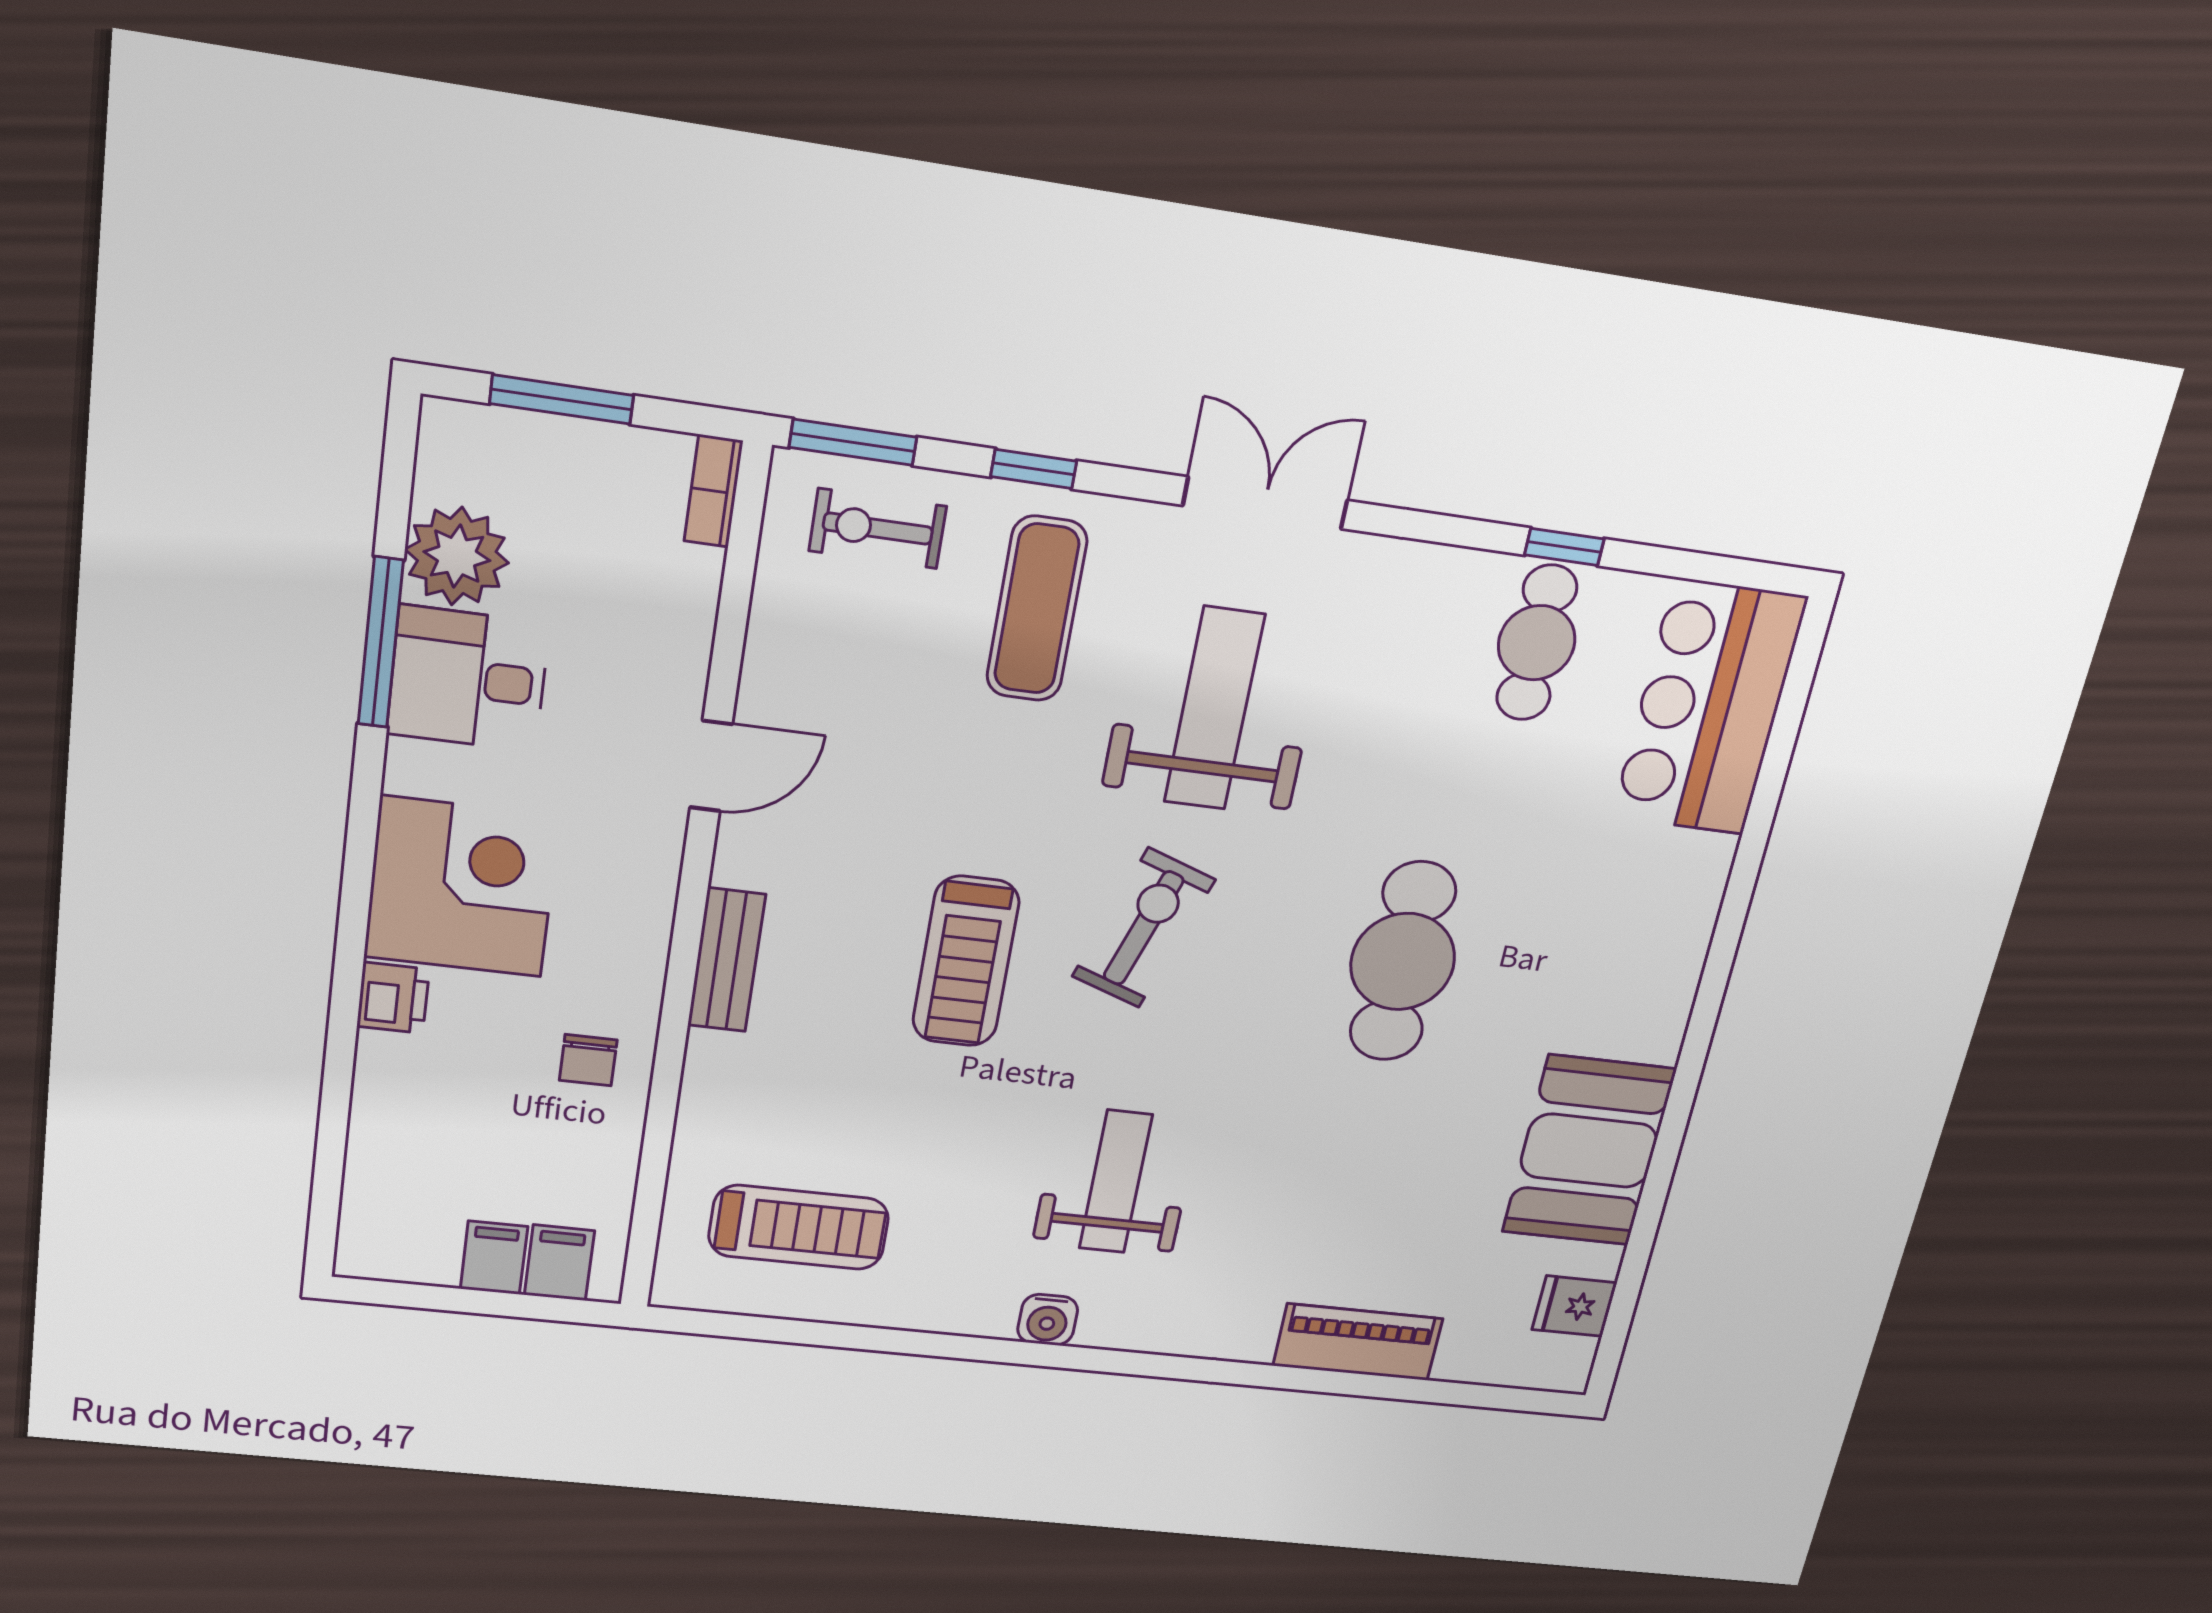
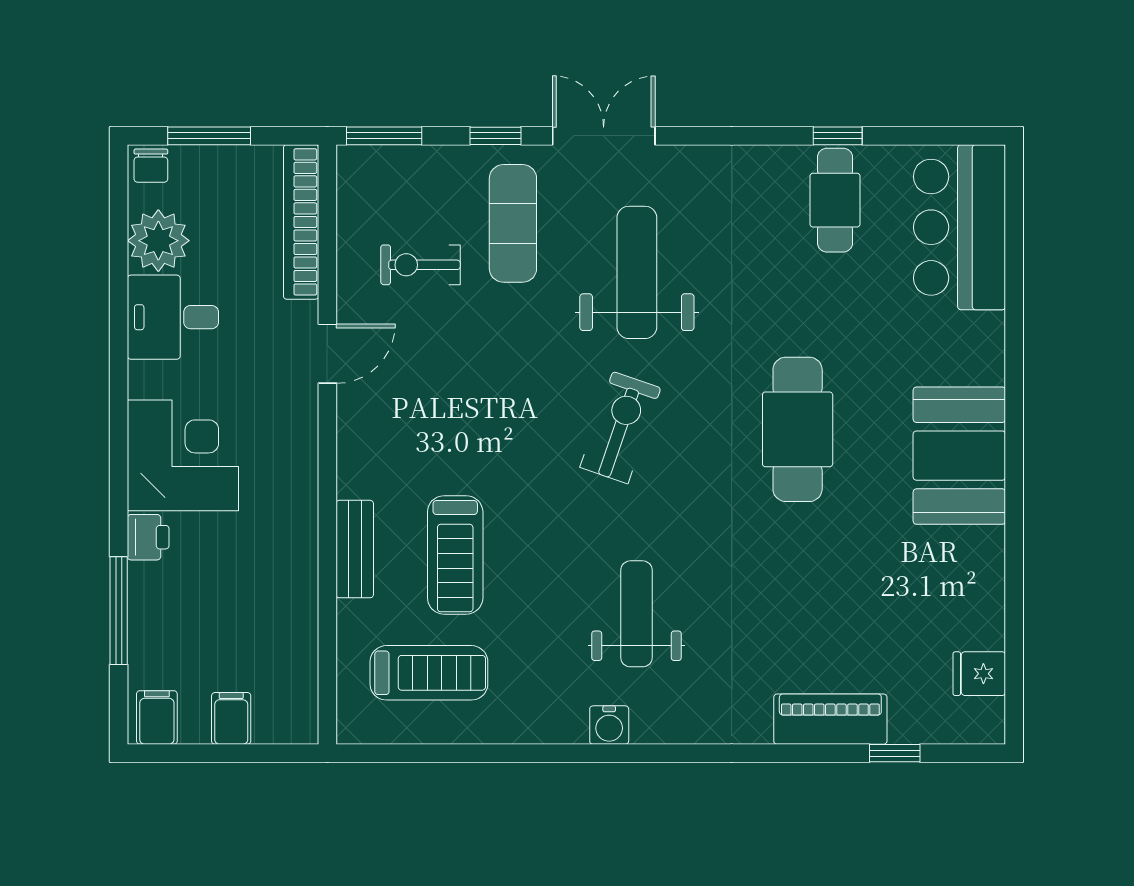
bookcase: (714, 491) -> (301, 222), width x2.31, depth x1.31
double door: (1265, 503) -> (604, 136), moved
exercise bike: (878, 529) -> (420, 265), moved
window: (381, 642) -> (119, 611), moved
bench: (727, 960) -> (355, 549), moved
treadmill: (966, 961) -> (455, 555), moved
chair: (588, 1060) -> (151, 166), moved
booth: (1589, 1151) -> (959, 456), moved
filing cabinet: (559, 1263) -> (157, 717), moved
window: (1435, 1392) -> (895, 753), added

